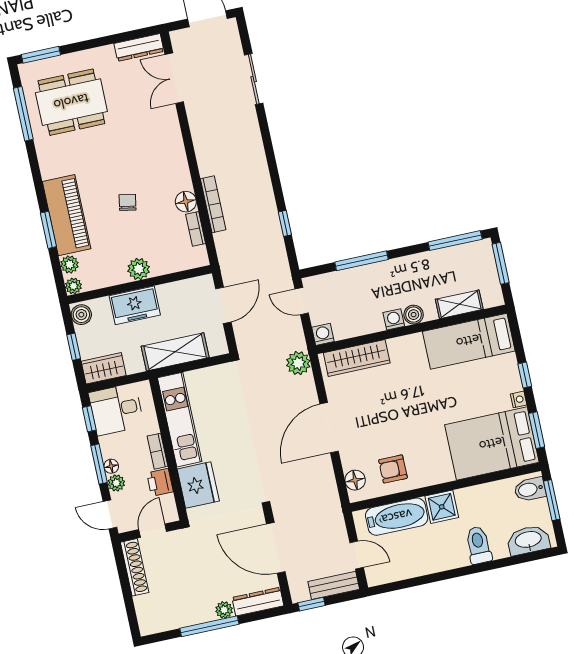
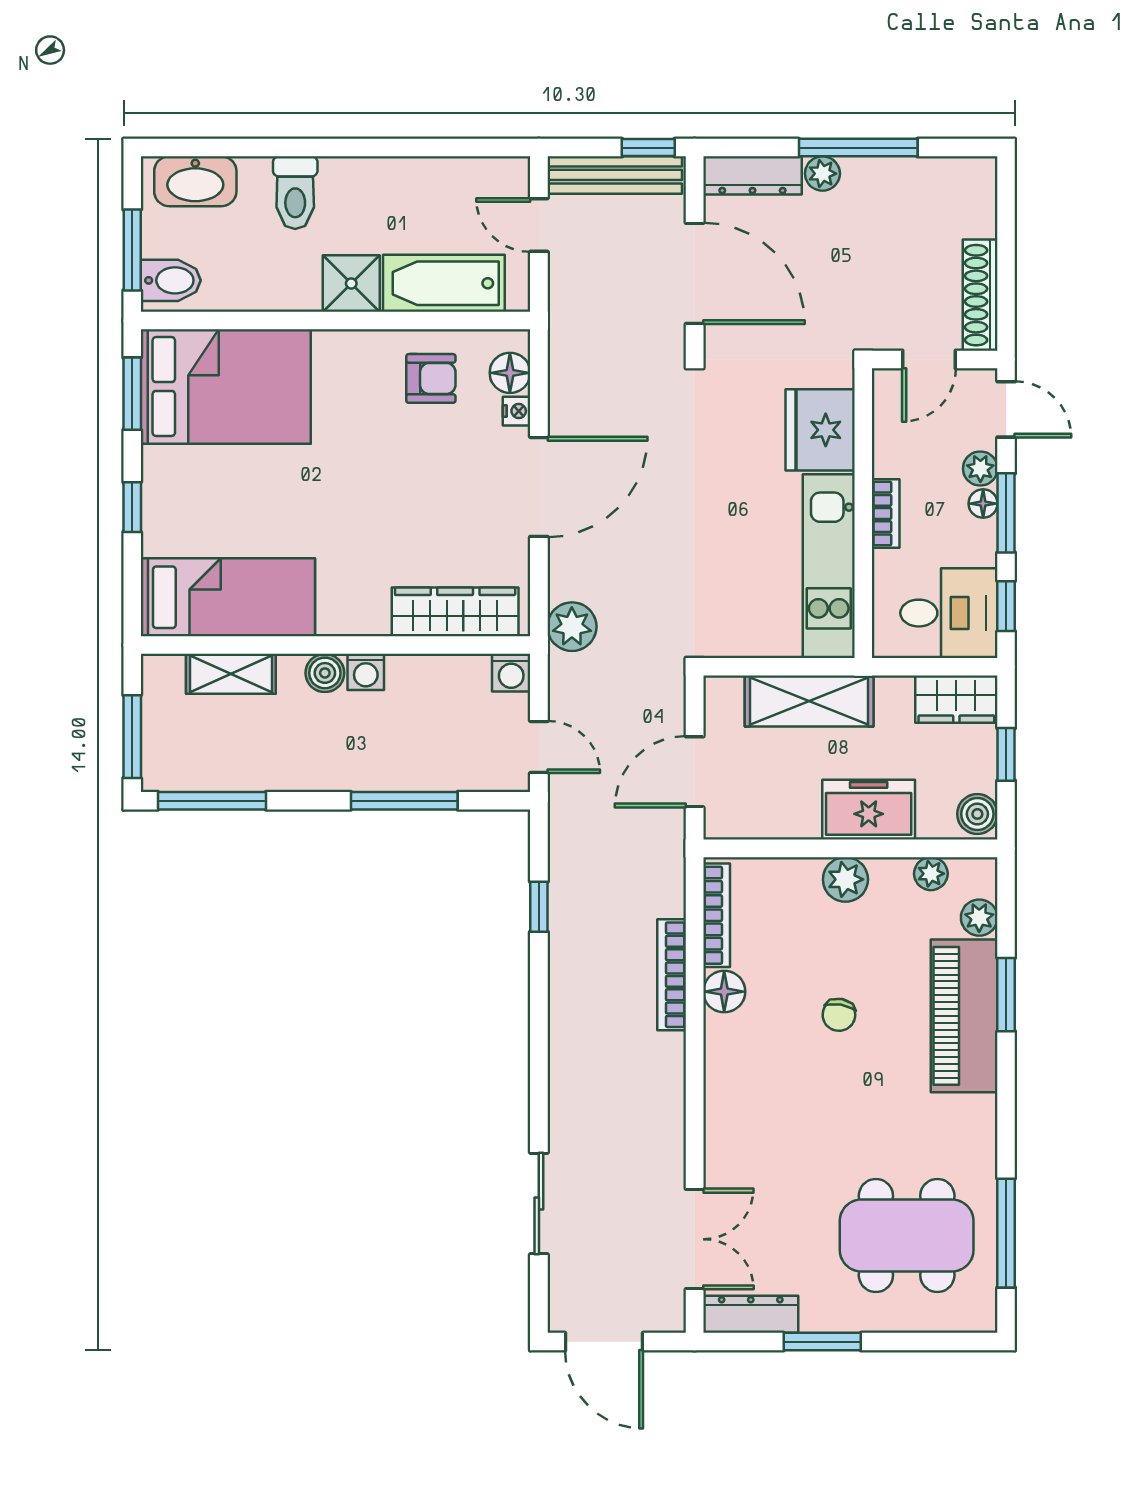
window: (41, 55) -> (822, 1342), moved
bookcase: (196, 229) -> (717, 915), width x1.56
plant: (73, 286) -> (931, 874), moved
nightstand: (519, 399) -> (517, 411), moved, turned 180
printer: (160, 482) -> (894, 451), removed
bench: (334, 585) -> (615, 175), width x1.36

